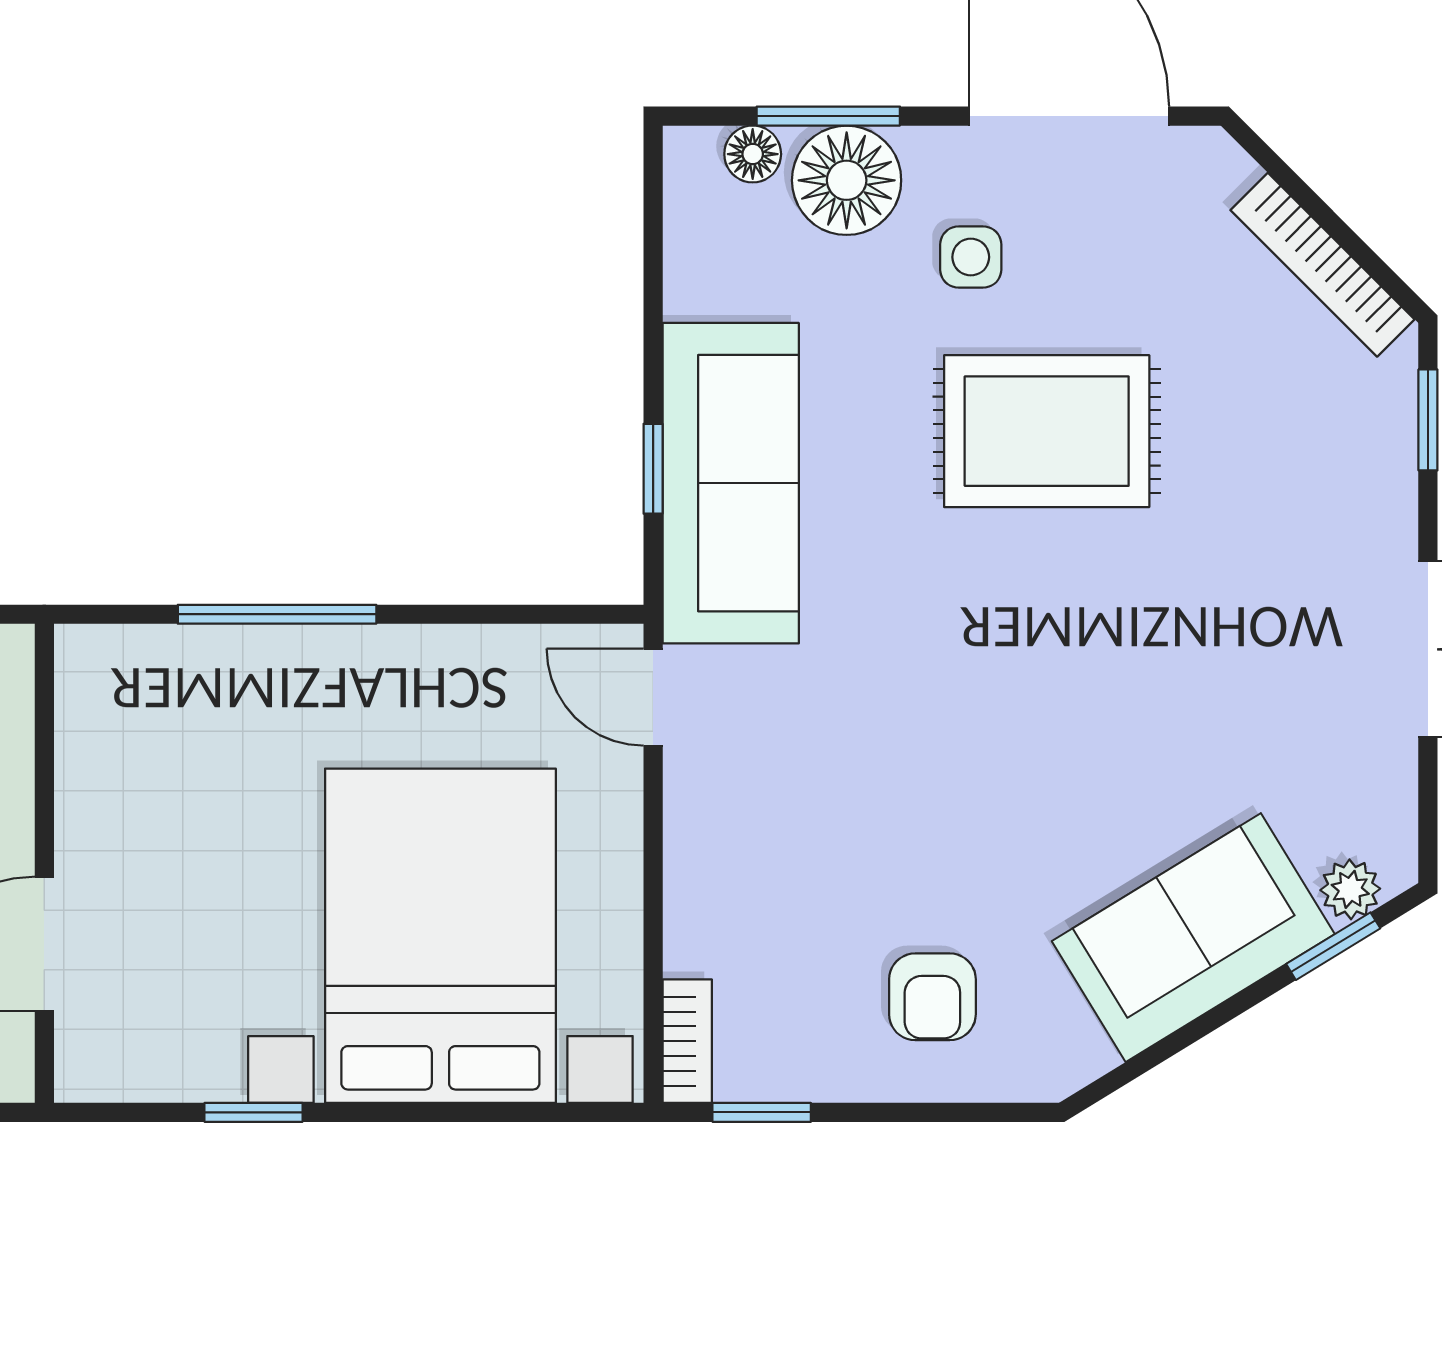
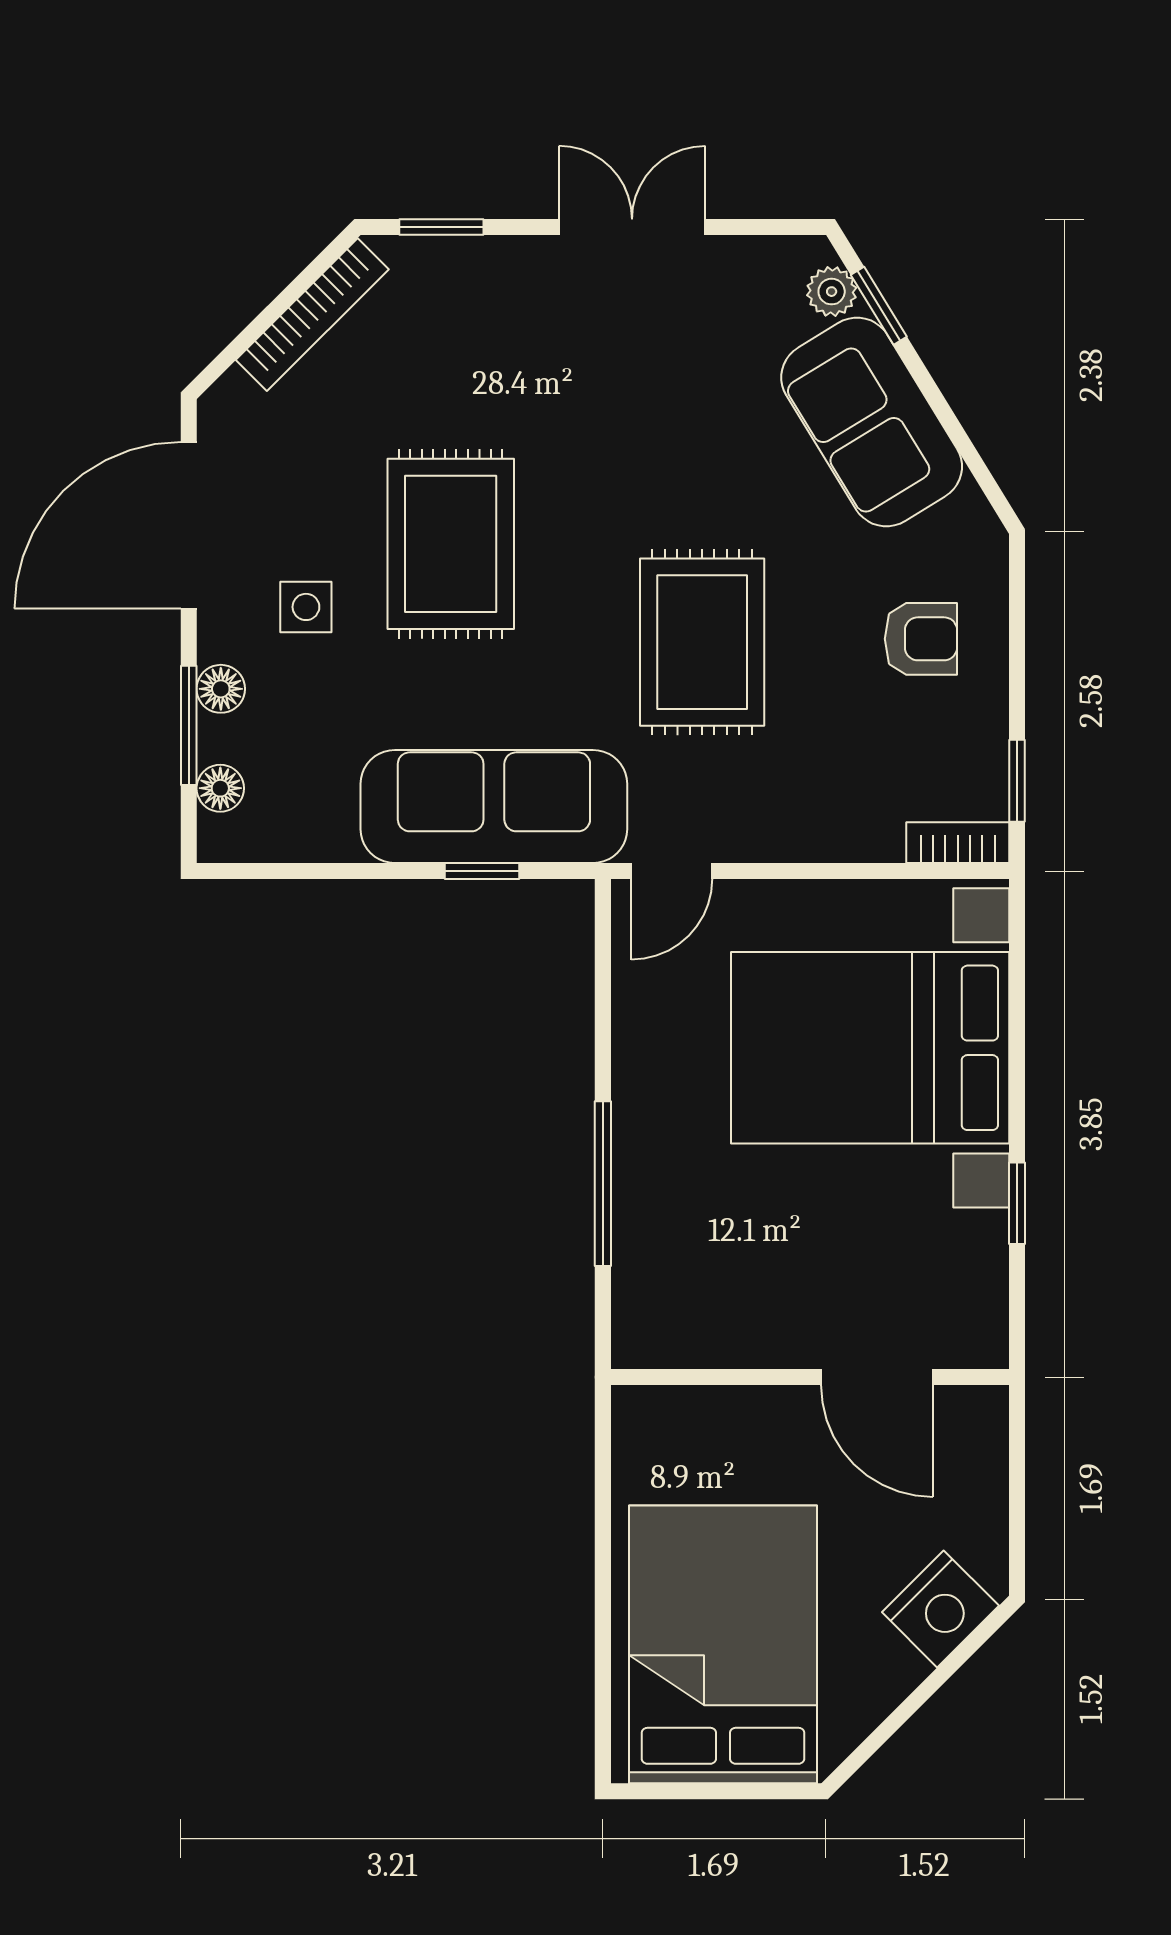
floor lamp: (847, 180) -> (221, 689), width x0.53, depth x0.53
rug: (928, 734) -> (702, 642), added

